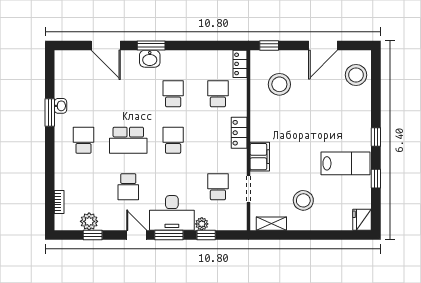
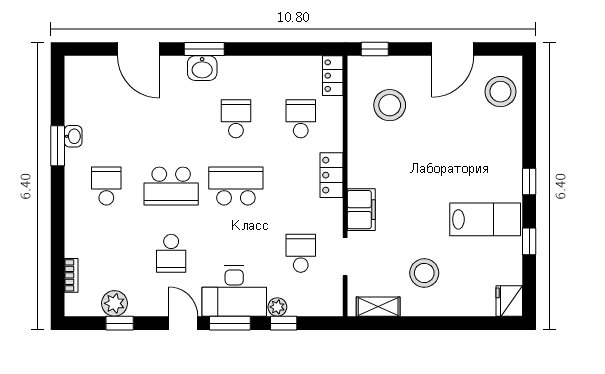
school desk: (173, 140) -> (236, 186), width x1.85

